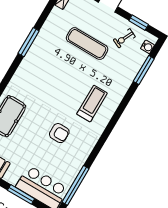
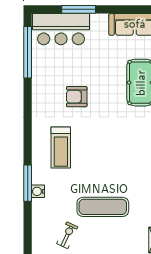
water cooler: (147, 47) -> (38, 191), moved
window: (144, 70) -> (28, 183), moved

